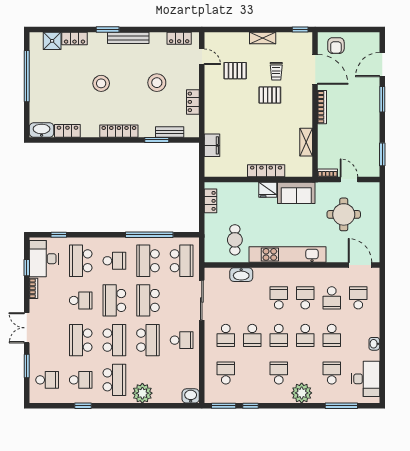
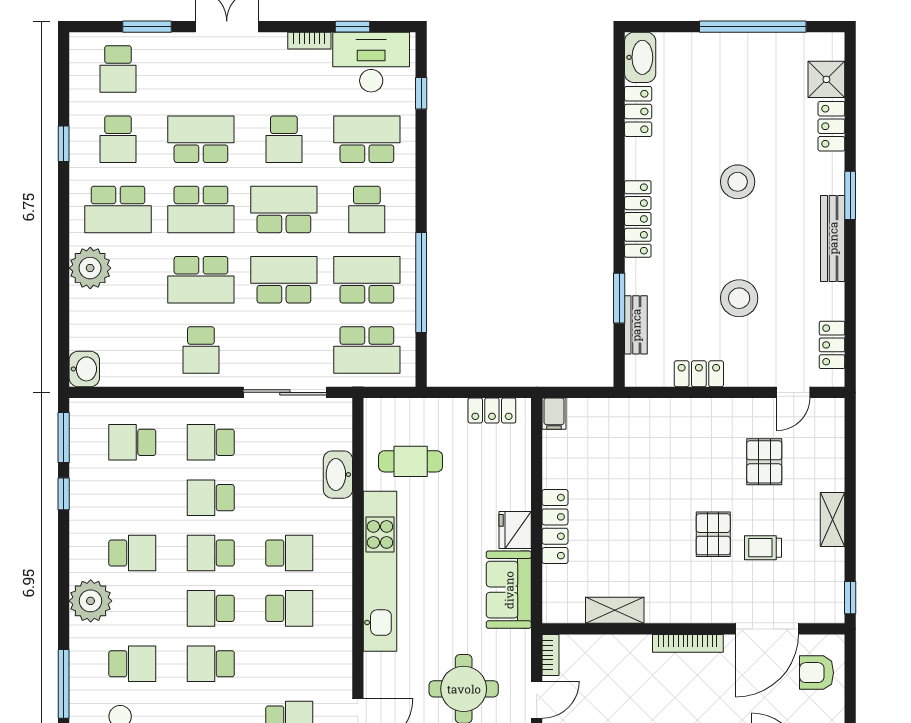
filing cabinet: (212, 145) -> (554, 414), moved, width x0.50
school desk: (332, 298) -> (289, 664), removed
school desk: (226, 373) -> (132, 442), turned 180

